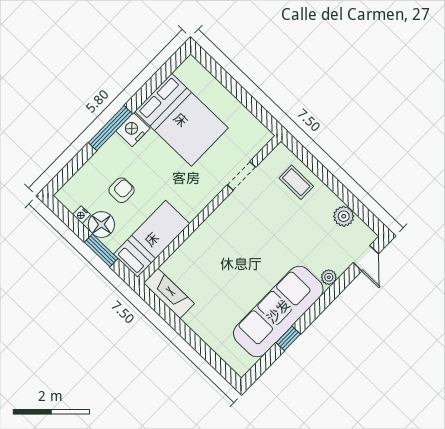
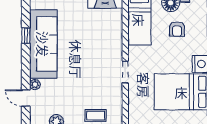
doorway: (241, 176) -> (125, 72), moved
door: (366, 258) -> (26, 98), moved

